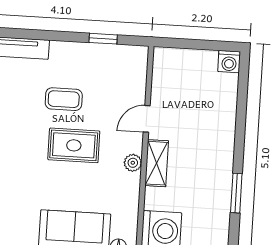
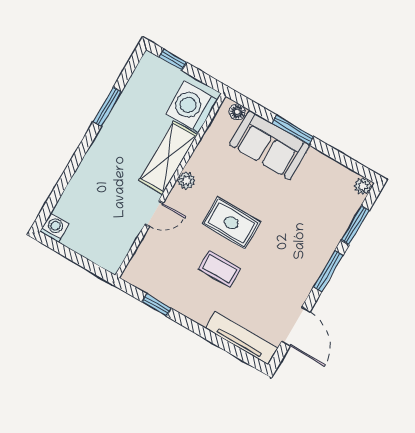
shelving: (157, 163) -> (168, 158), width x1.50, depth x1.33

